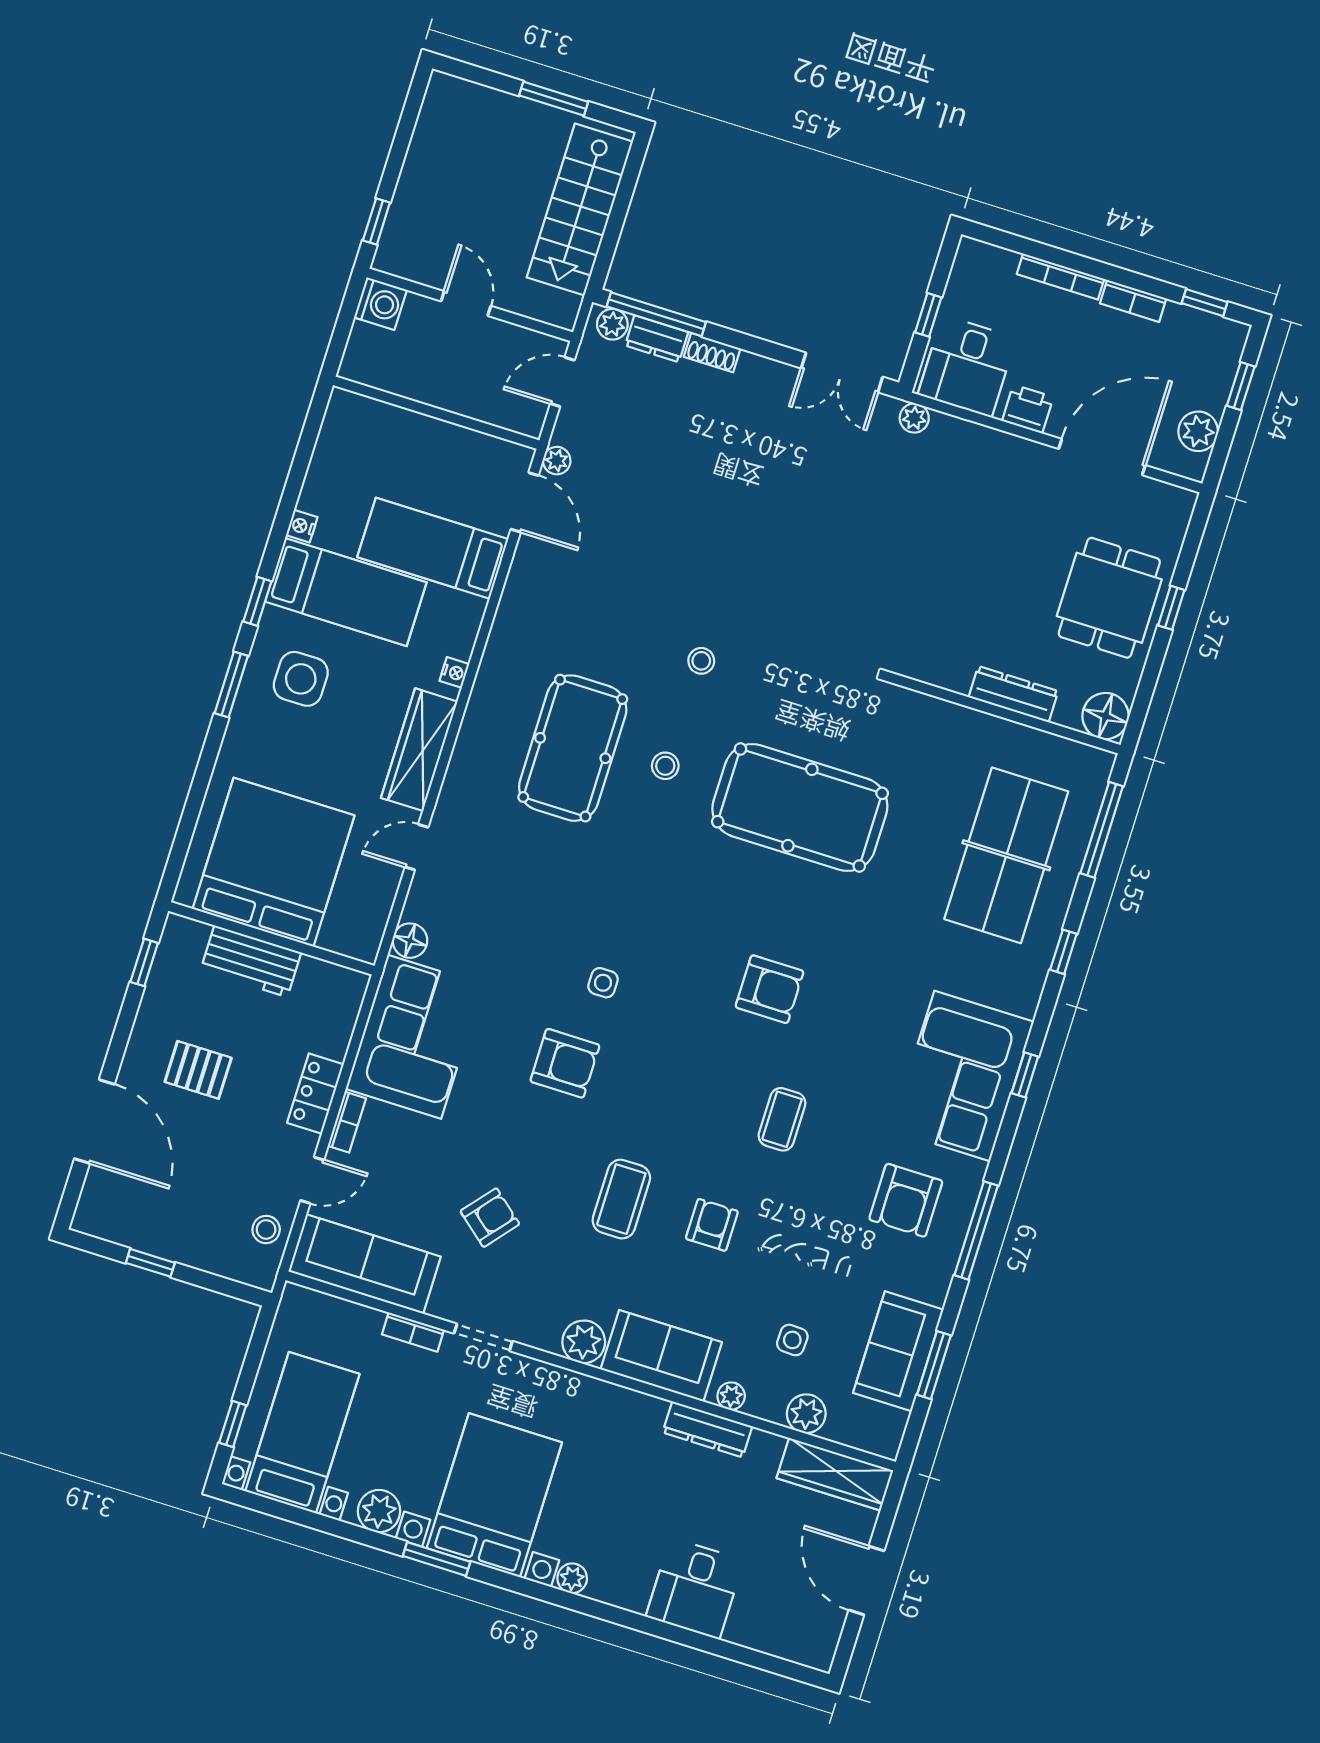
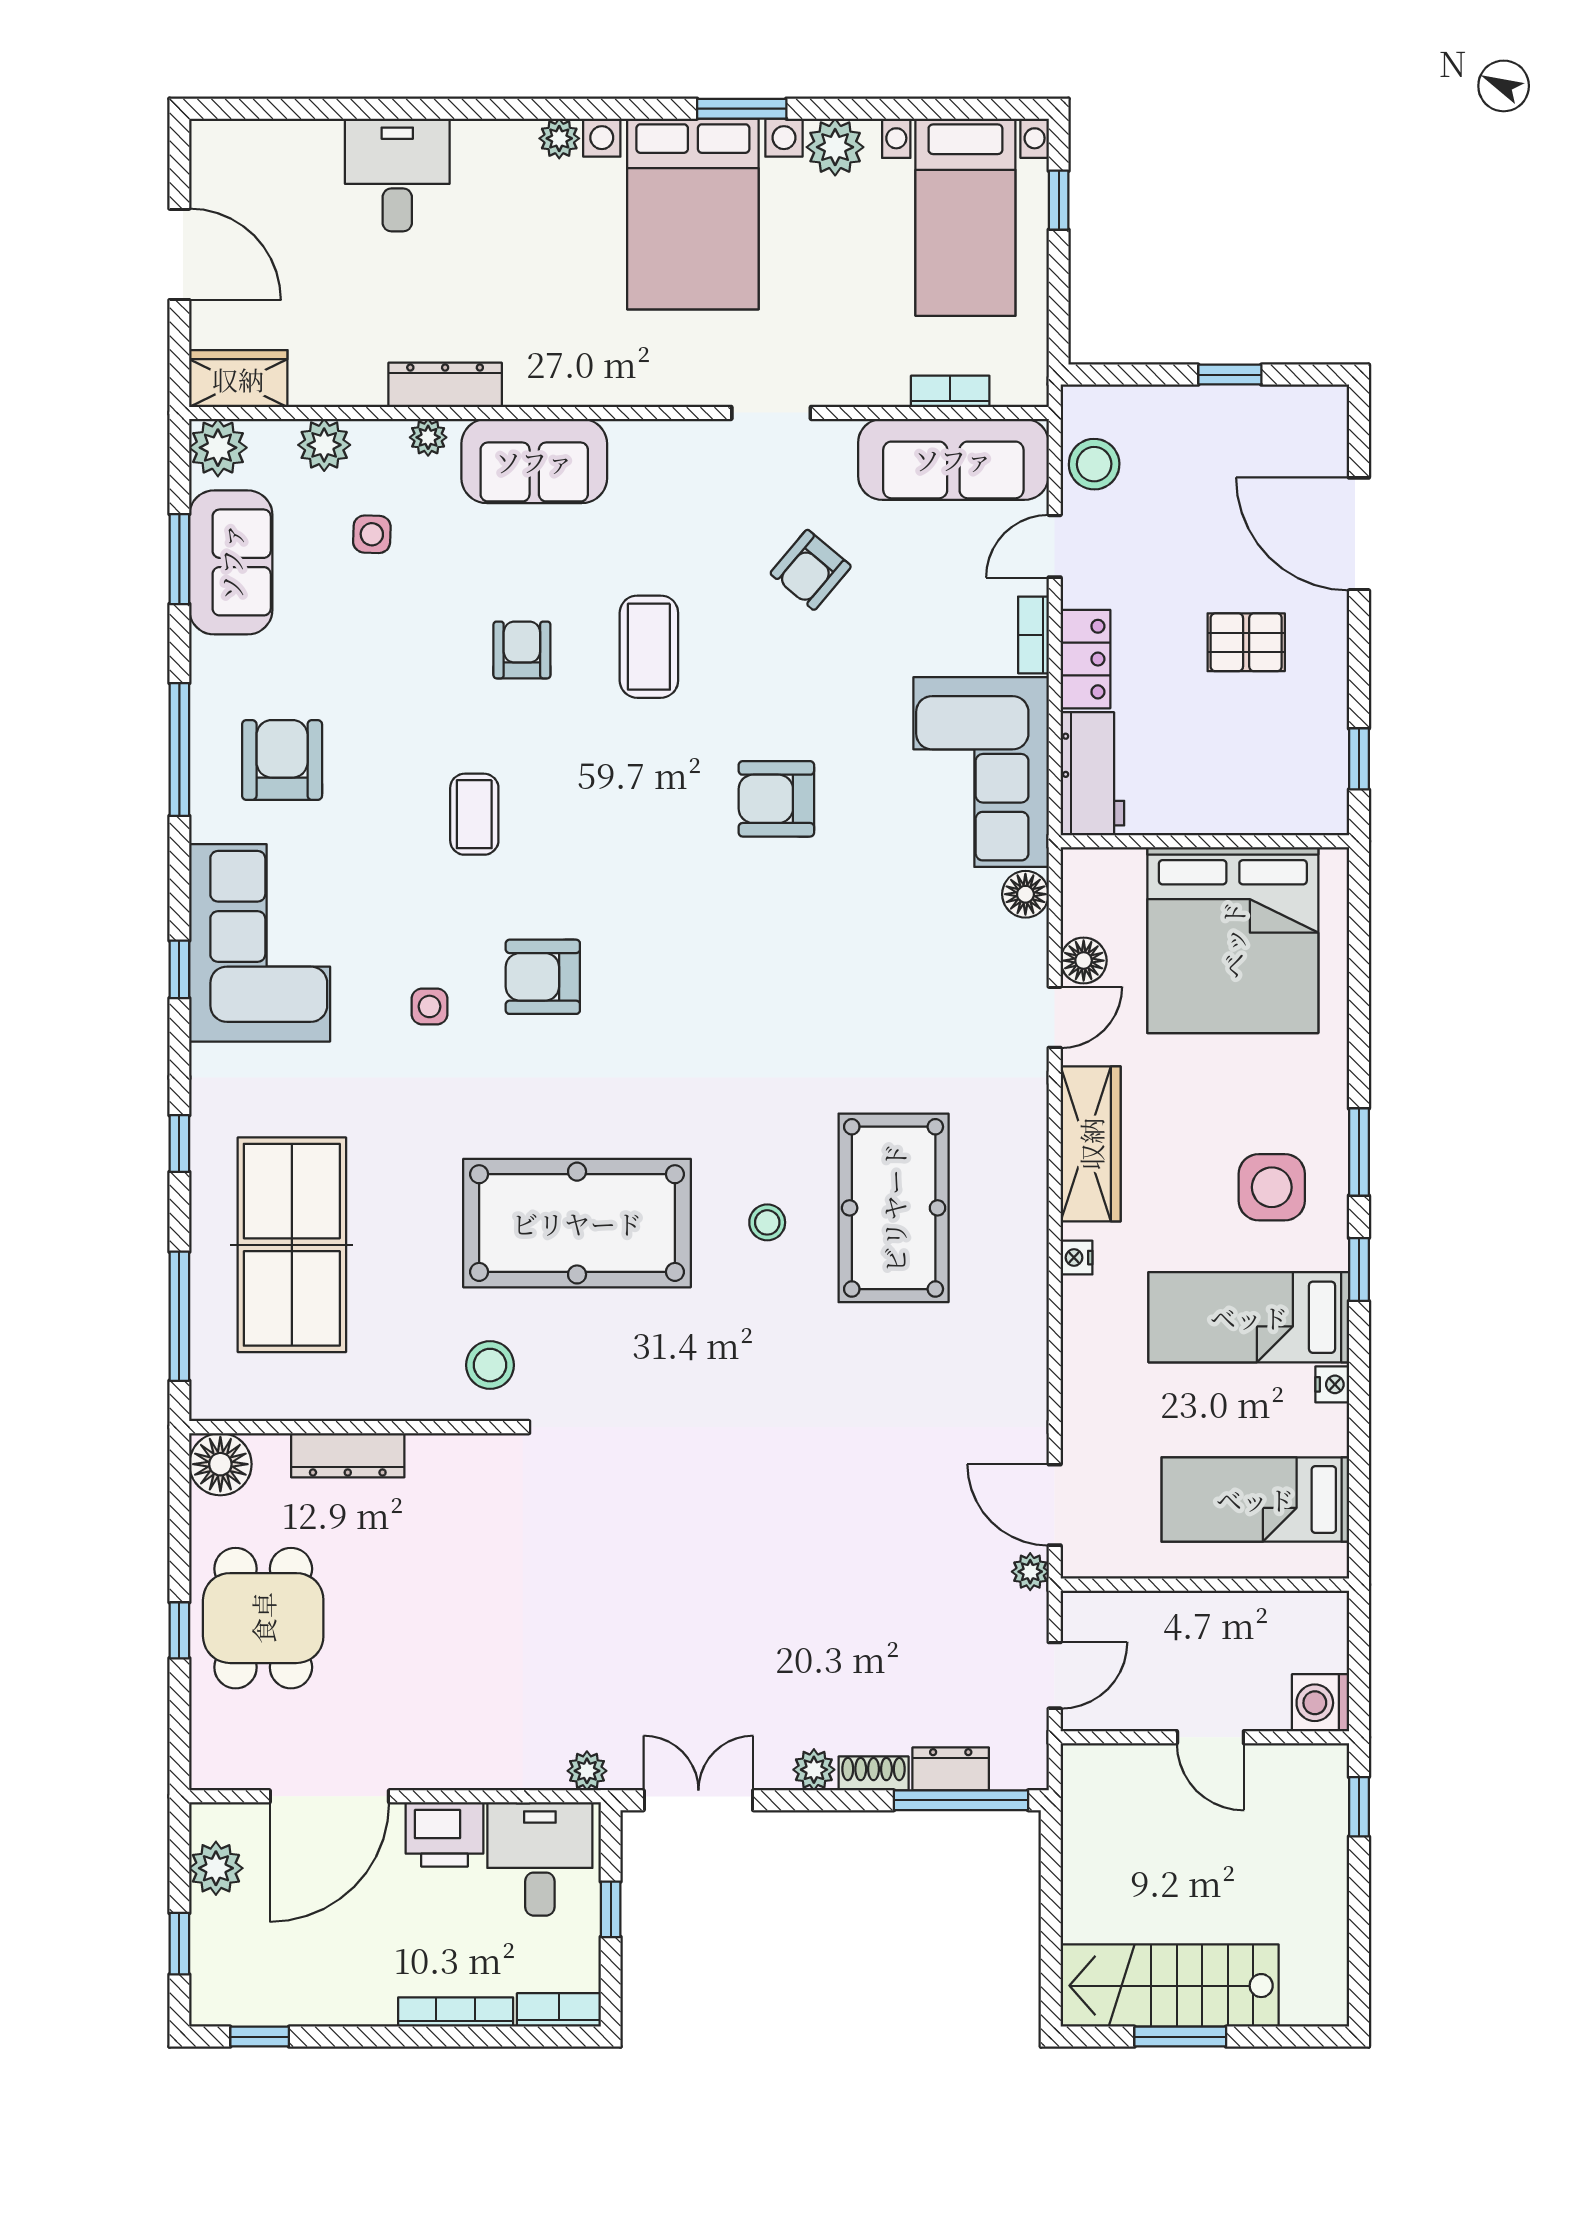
stairs: (580, 210) -> (1170, 1986), moved, turned -90
bookcase: (1133, 301) -> (559, 2010), moved
plant: (612, 324) -> (814, 1770), moved
printer: (1028, 409) -> (445, 1834), width x1.36, depth x1.24
bed: (433, 548) -> (1255, 1499), moved, turned 180
stool: (701, 661) -> (490, 1365), moved, width x1.37, depth x1.37
floor lamp: (384, 881) -> (1084, 961), added
workbench: (251, 961) -> (1092, 774), moved, turned 90
side table: (603, 983) -> (429, 1006), moved
armchair: (712, 1225) -> (522, 650), turned 180
stool: (266, 1229) -> (1094, 464), width x1.37, depth x1.37
bookcase: (413, 1332) -> (950, 391), moved
plant: (584, 1342) -> (218, 448), moved
wardrobe: (835, 1474) -> (238, 379), width x0.67

